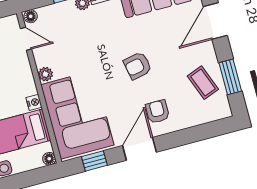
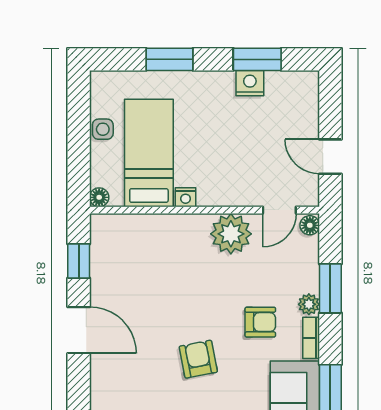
plant: (45, 74) -> (231, 234), width x1.88, depth x1.88
armchair: (157, 112) -> (260, 322), moved
corner sofa: (77, 115) -> (151, 254), removed

